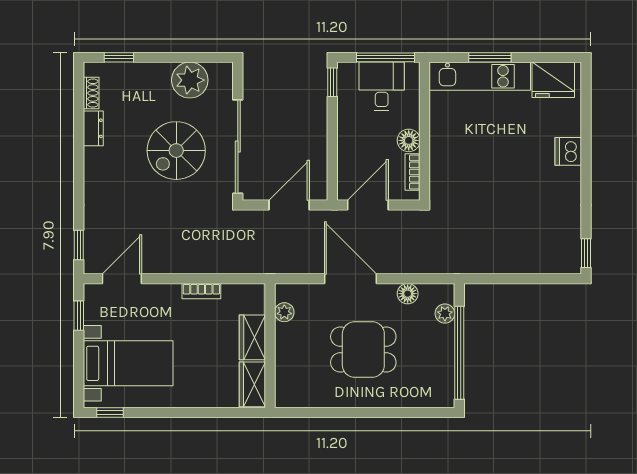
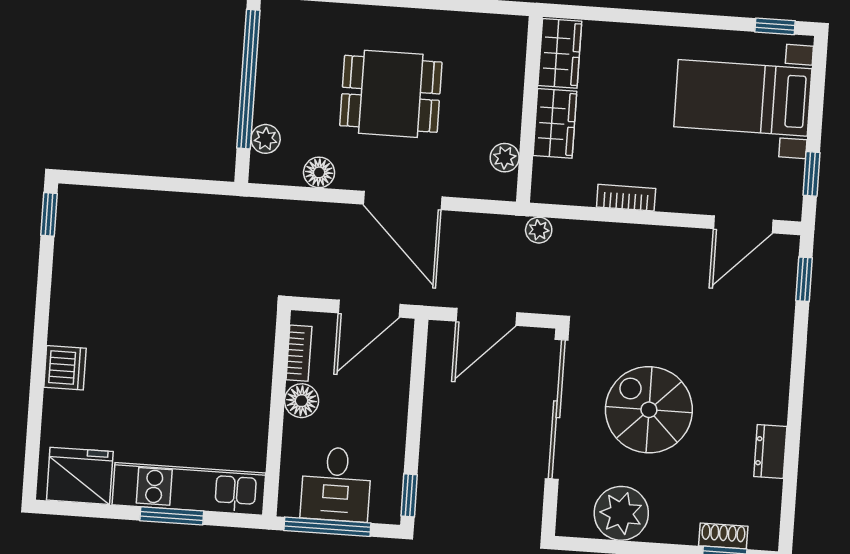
shoe rack: (91, 93) -> (723, 536), moved, turned 90
spiral stairs: (176, 151) -> (649, 410), turned -90
plant: (258, 265) -> (539, 230), added

